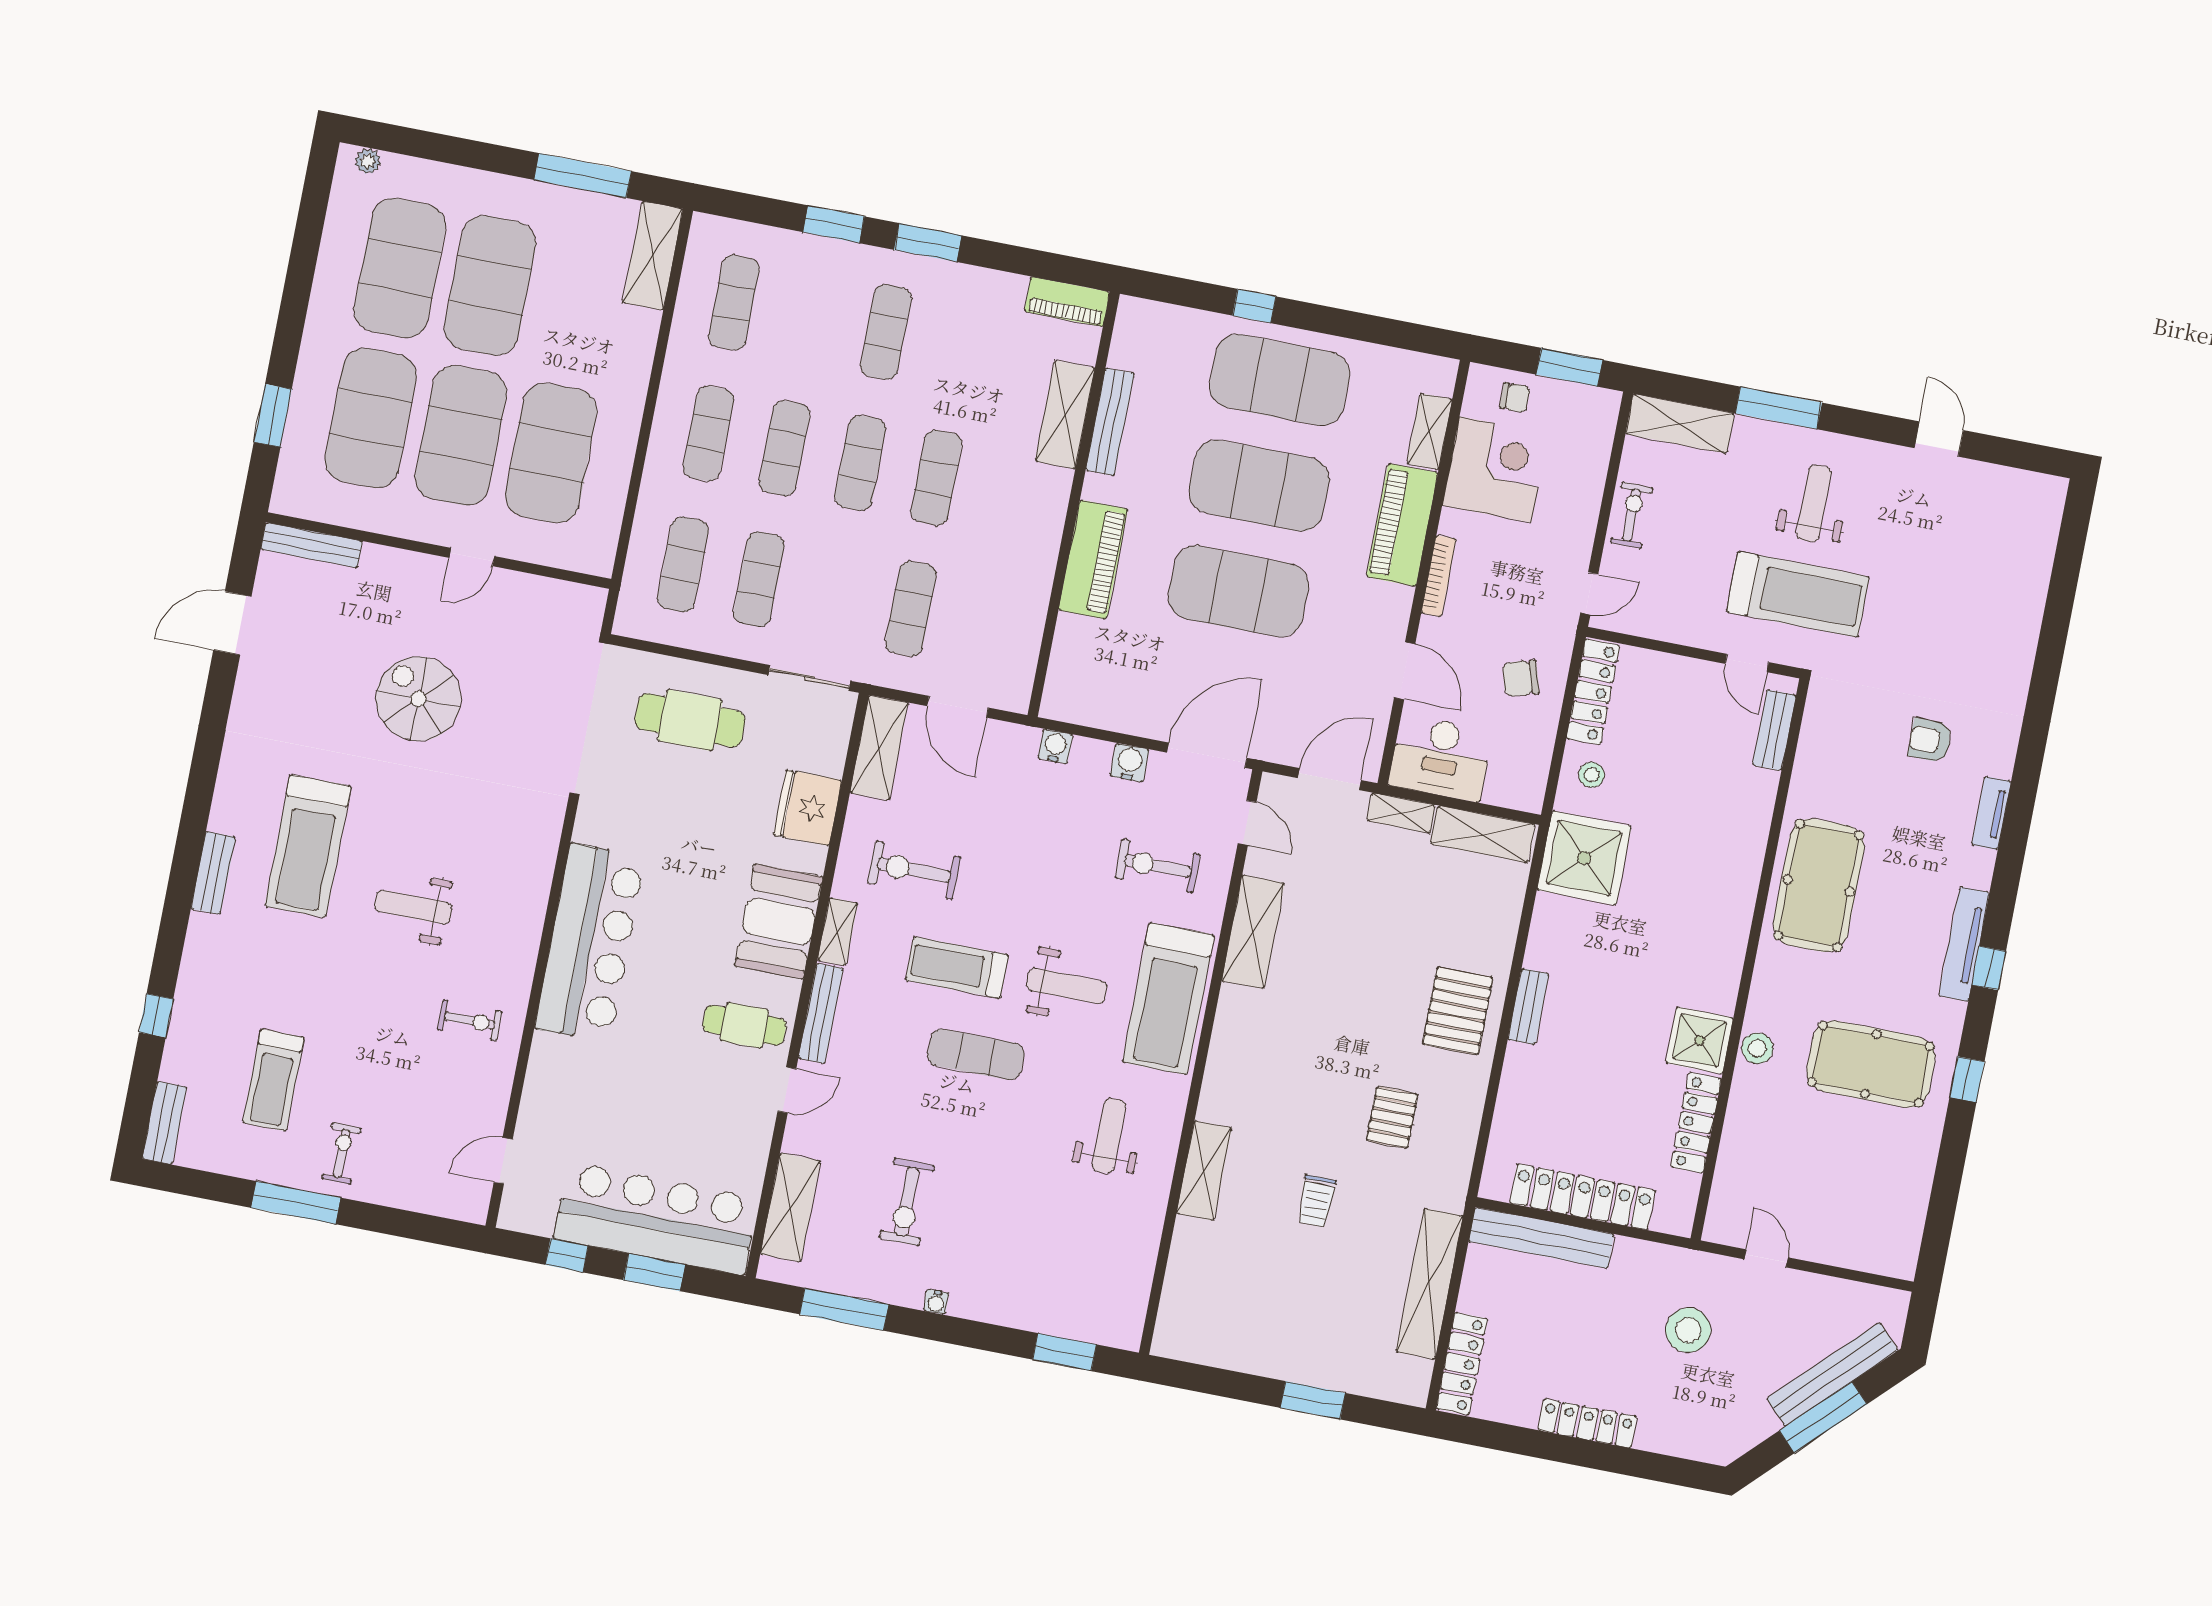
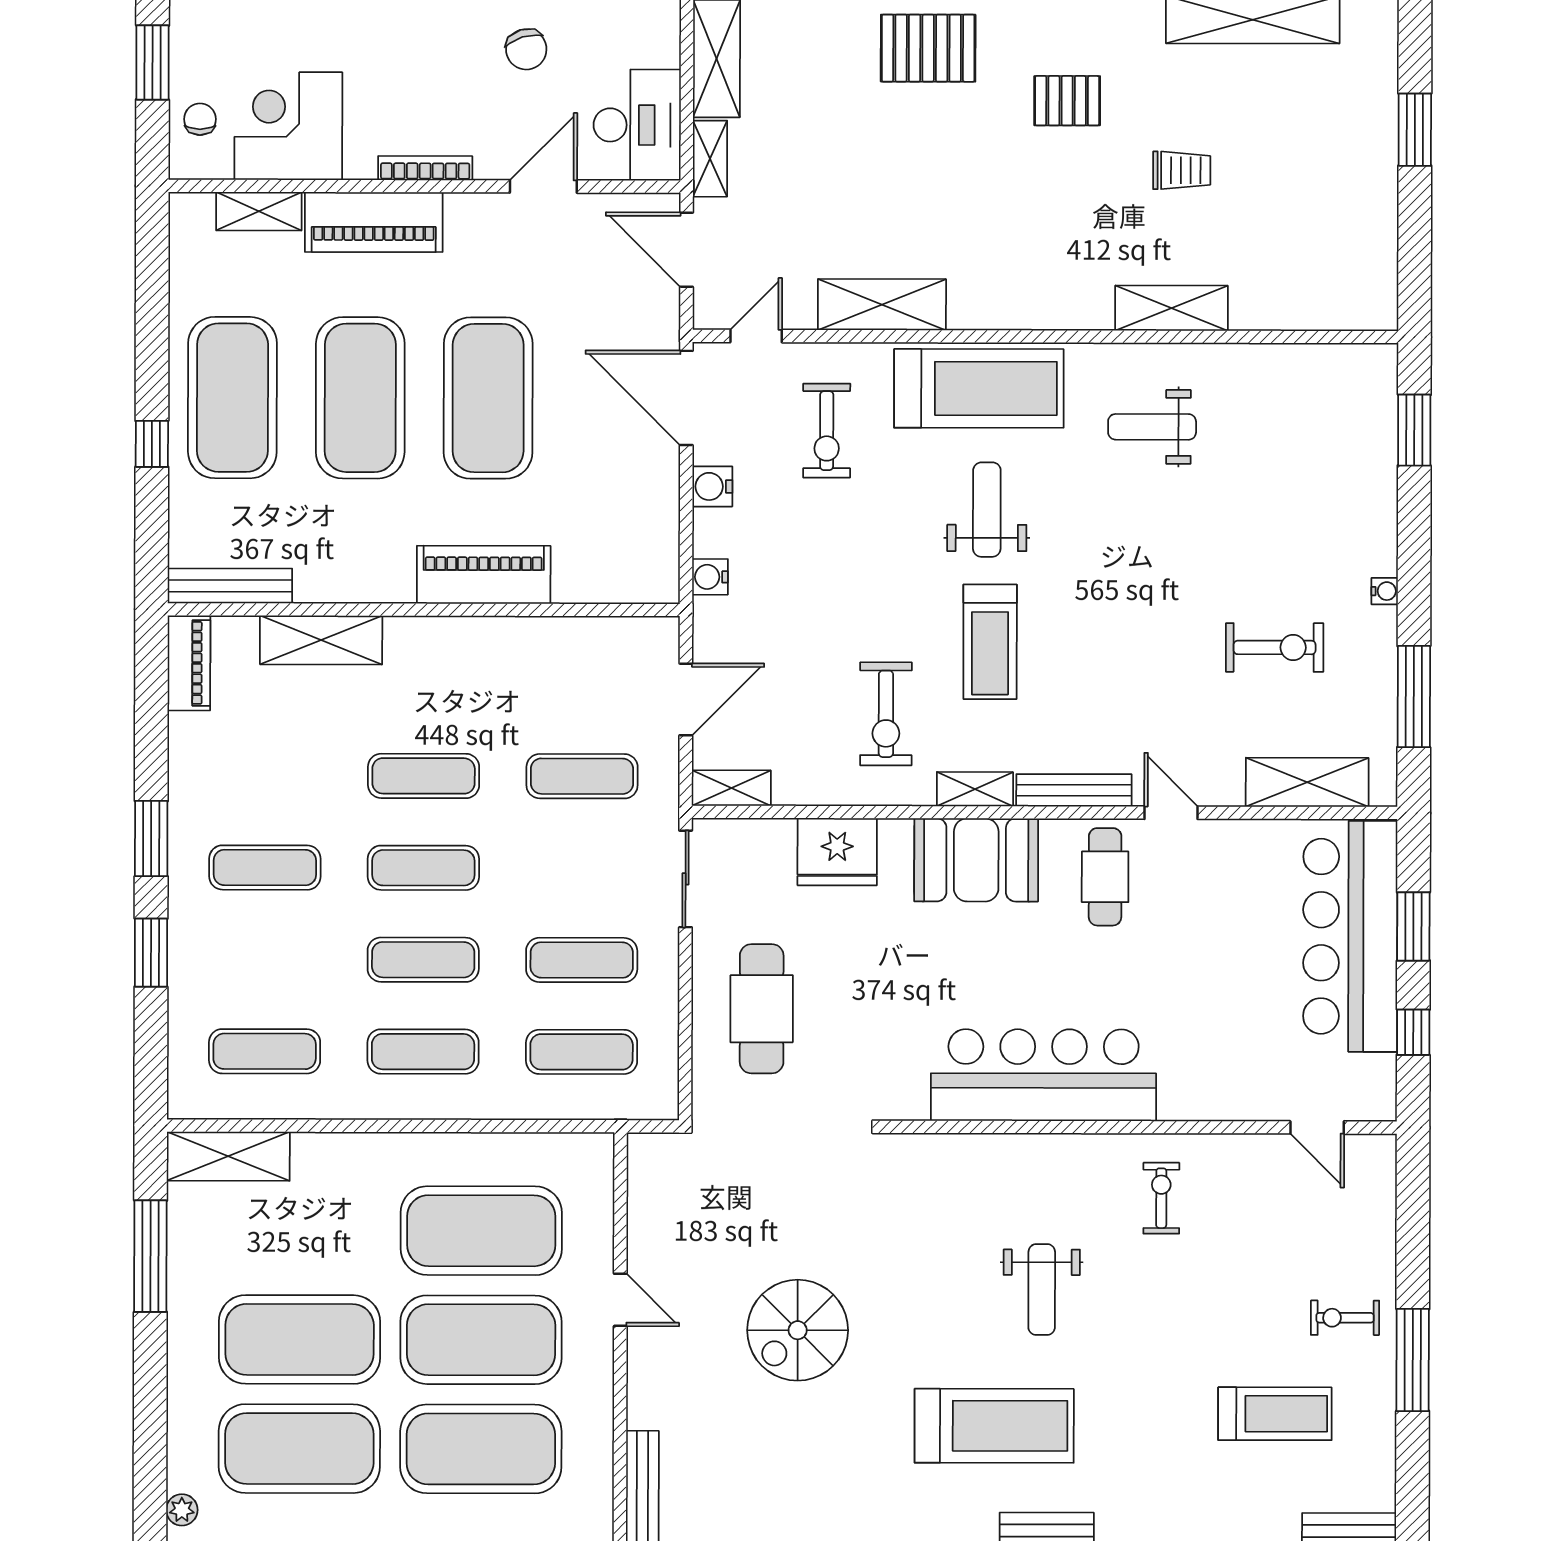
bench: (1110, 422) -> (230, 586), moved
shelving: (879, 748) -> (731, 788), width x0.67, depth x0.75
exercise mat: (976, 1054) -> (1087, 600), removed

